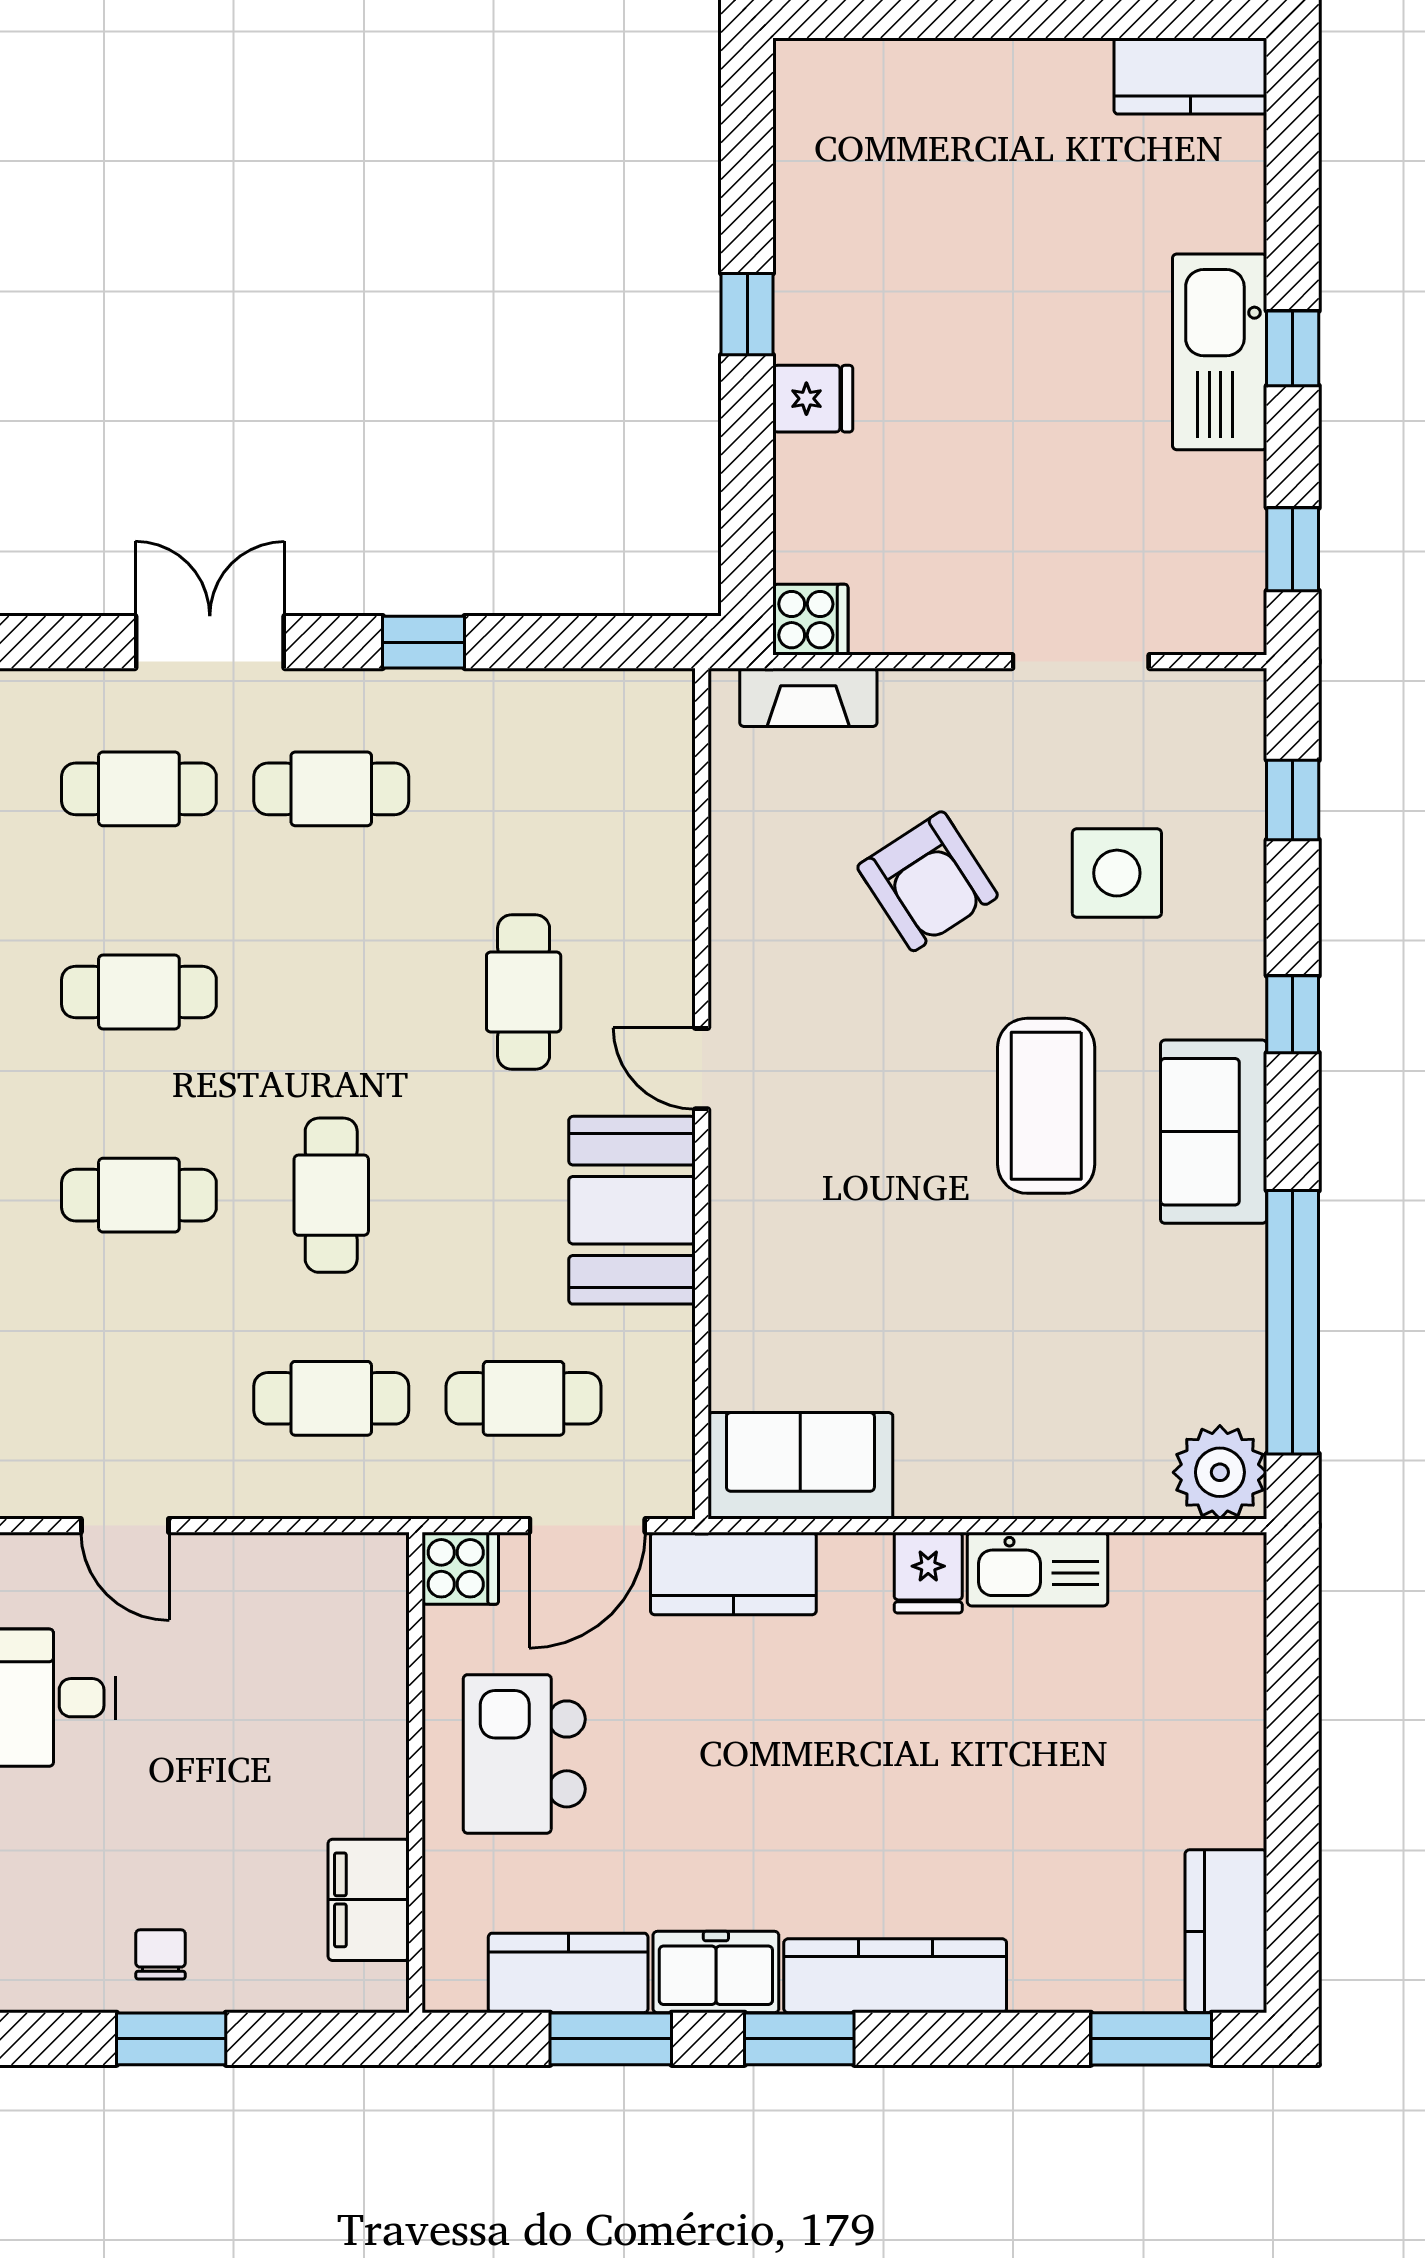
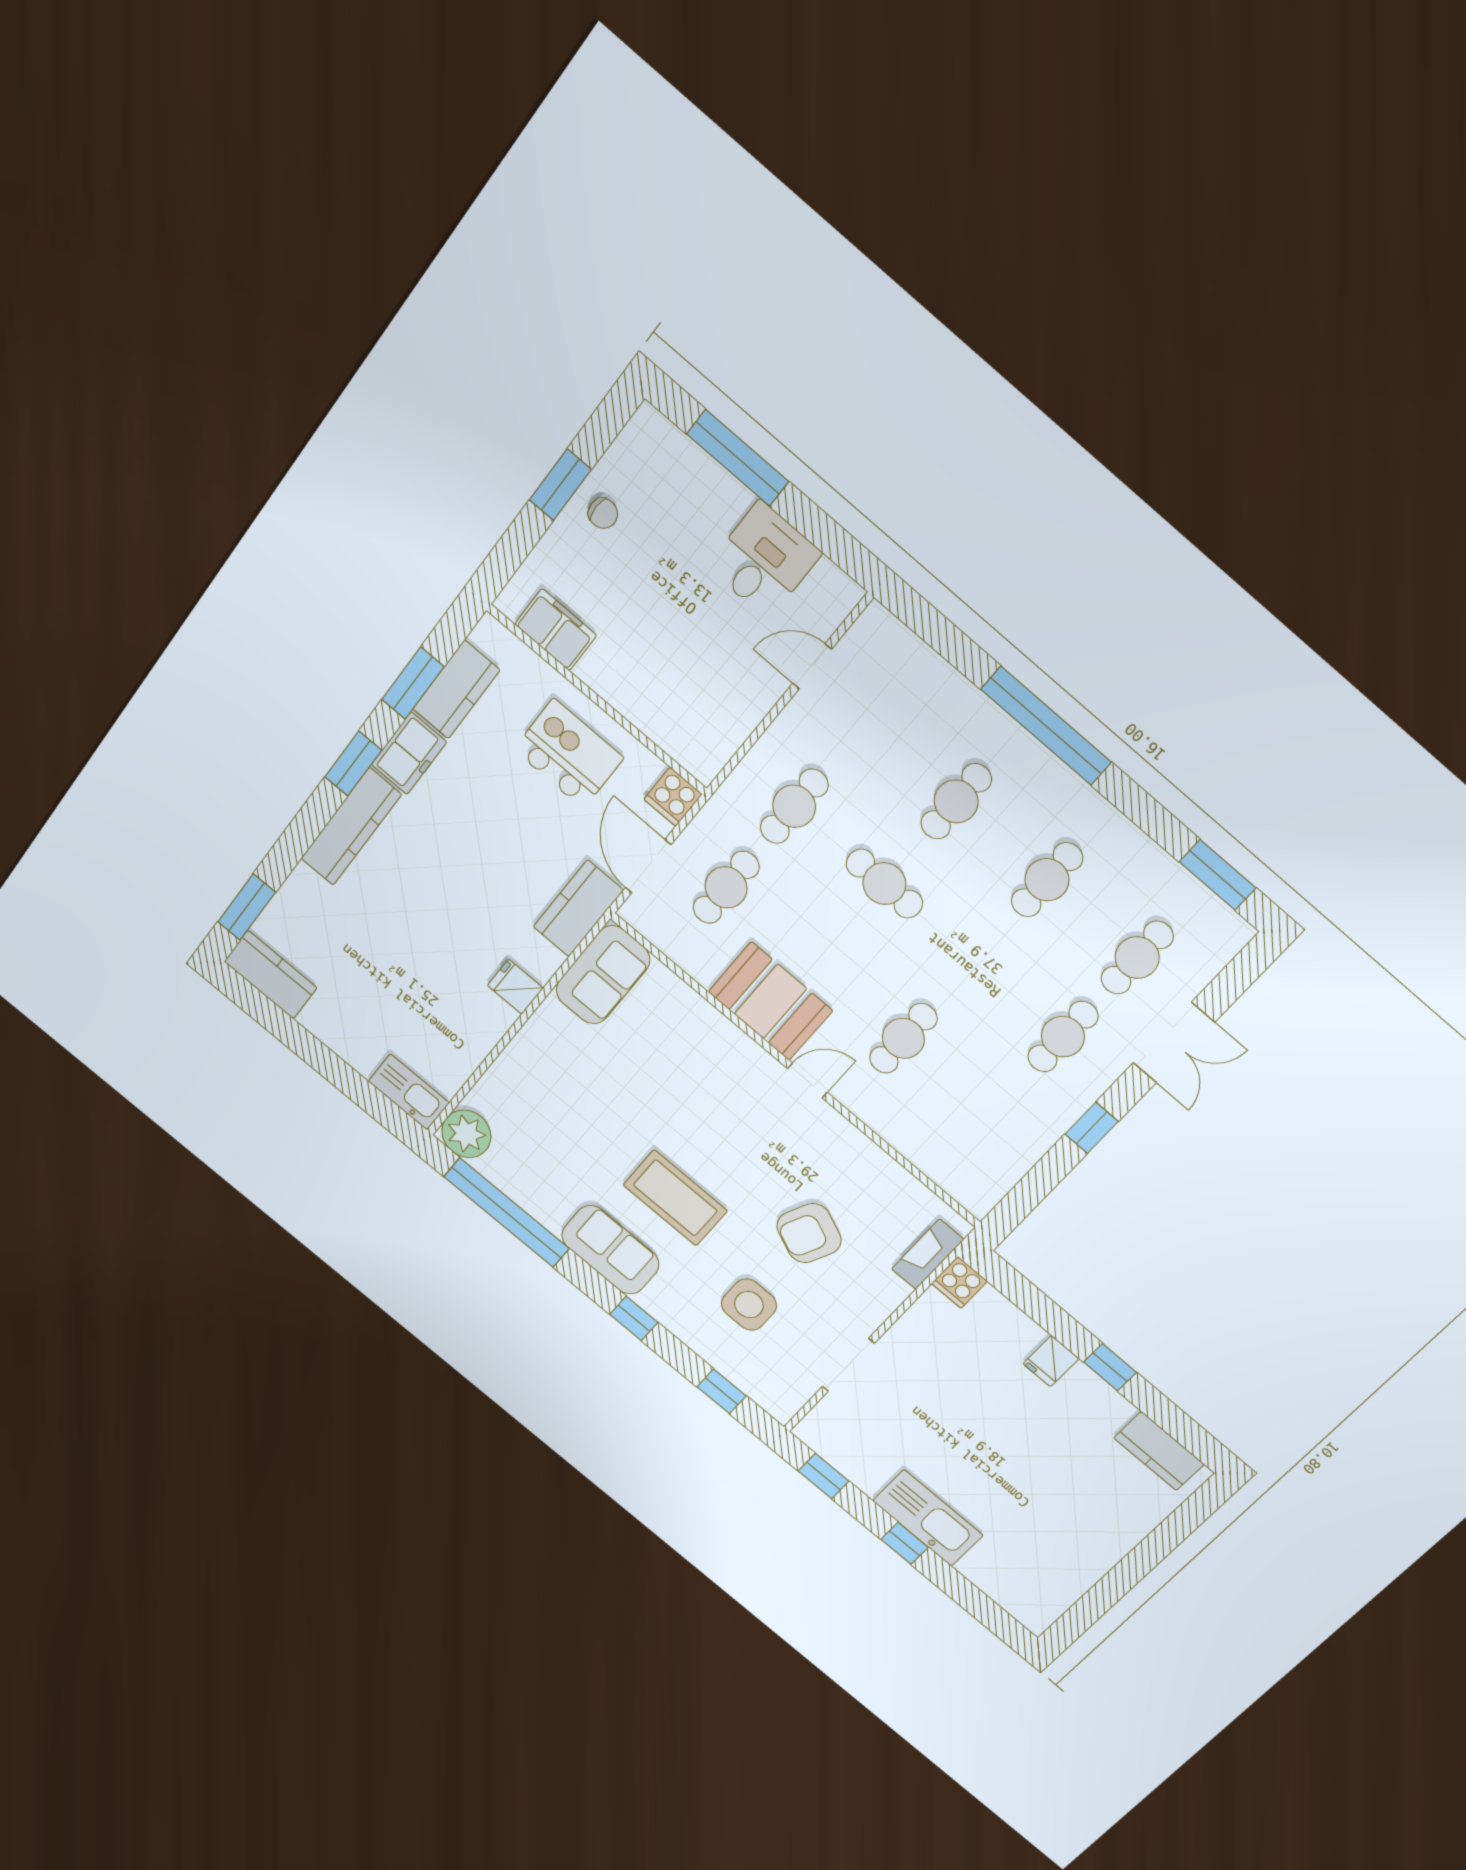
kitchen counter: (1190, 76) -> (1159, 1451), moved, turned -90
armchair: (928, 881) -> (809, 1233), turned -33
cafe table: (524, 992) -> (903, 1038), turned 90
kitchen sink: (1037, 1569) -> (409, 1092), moved, turned 90

